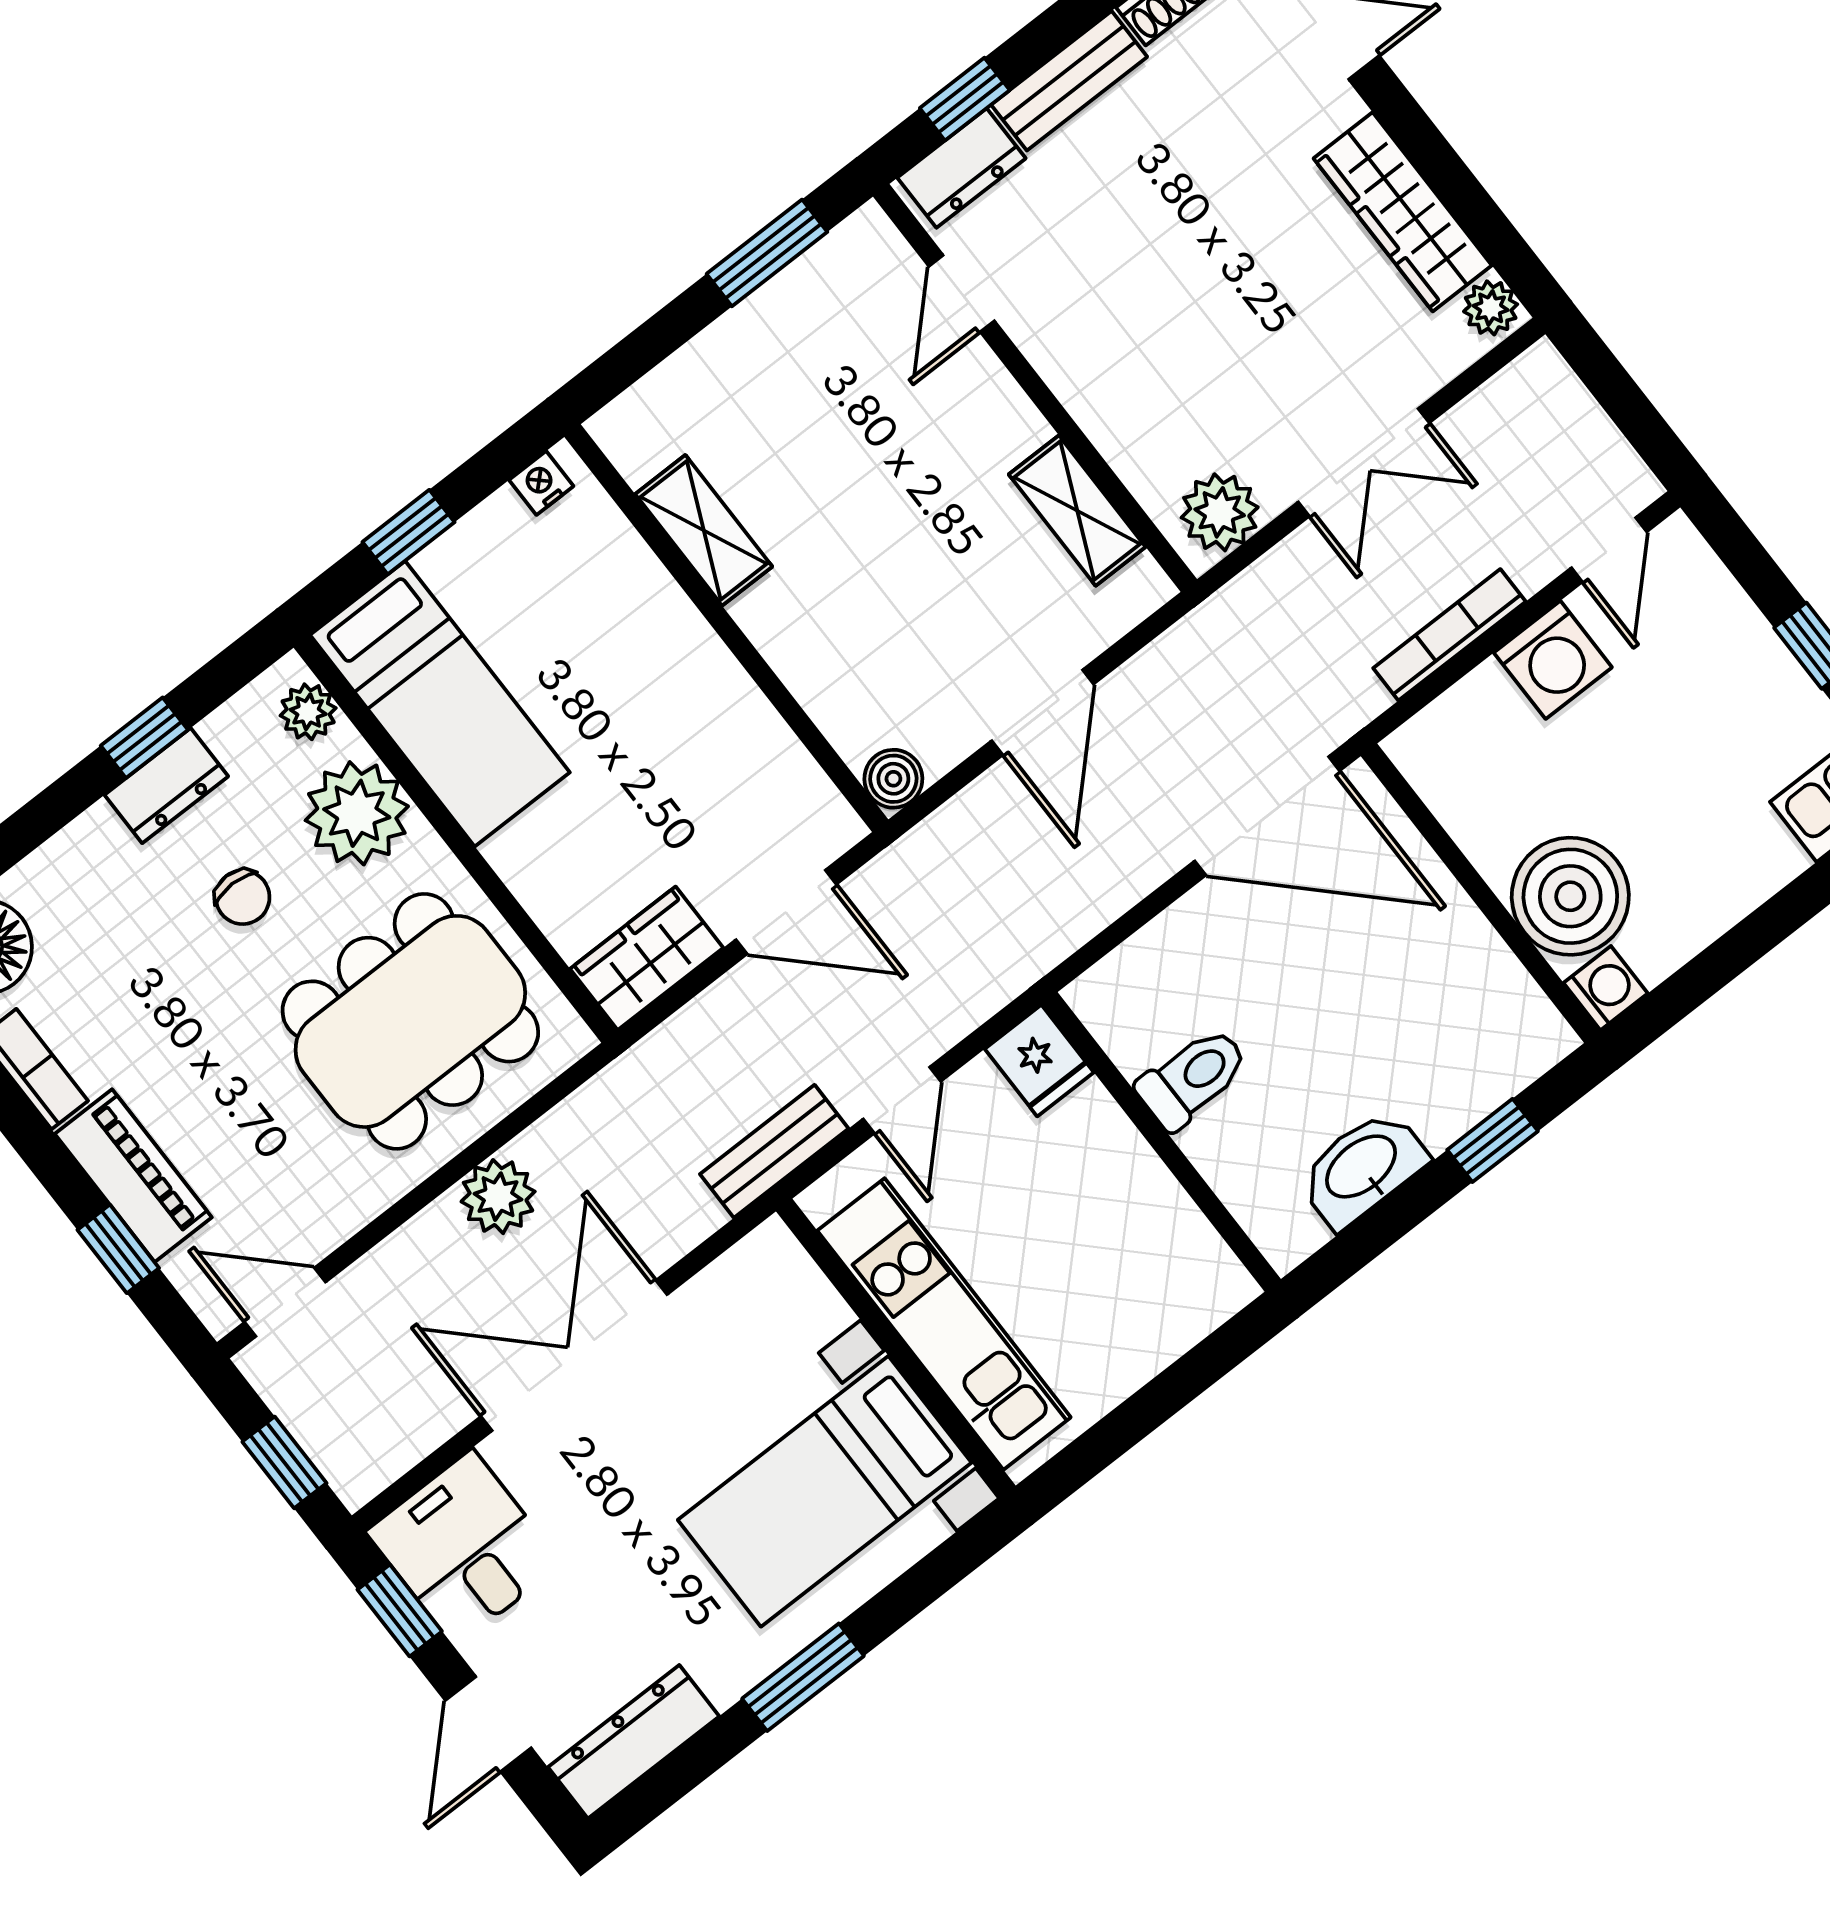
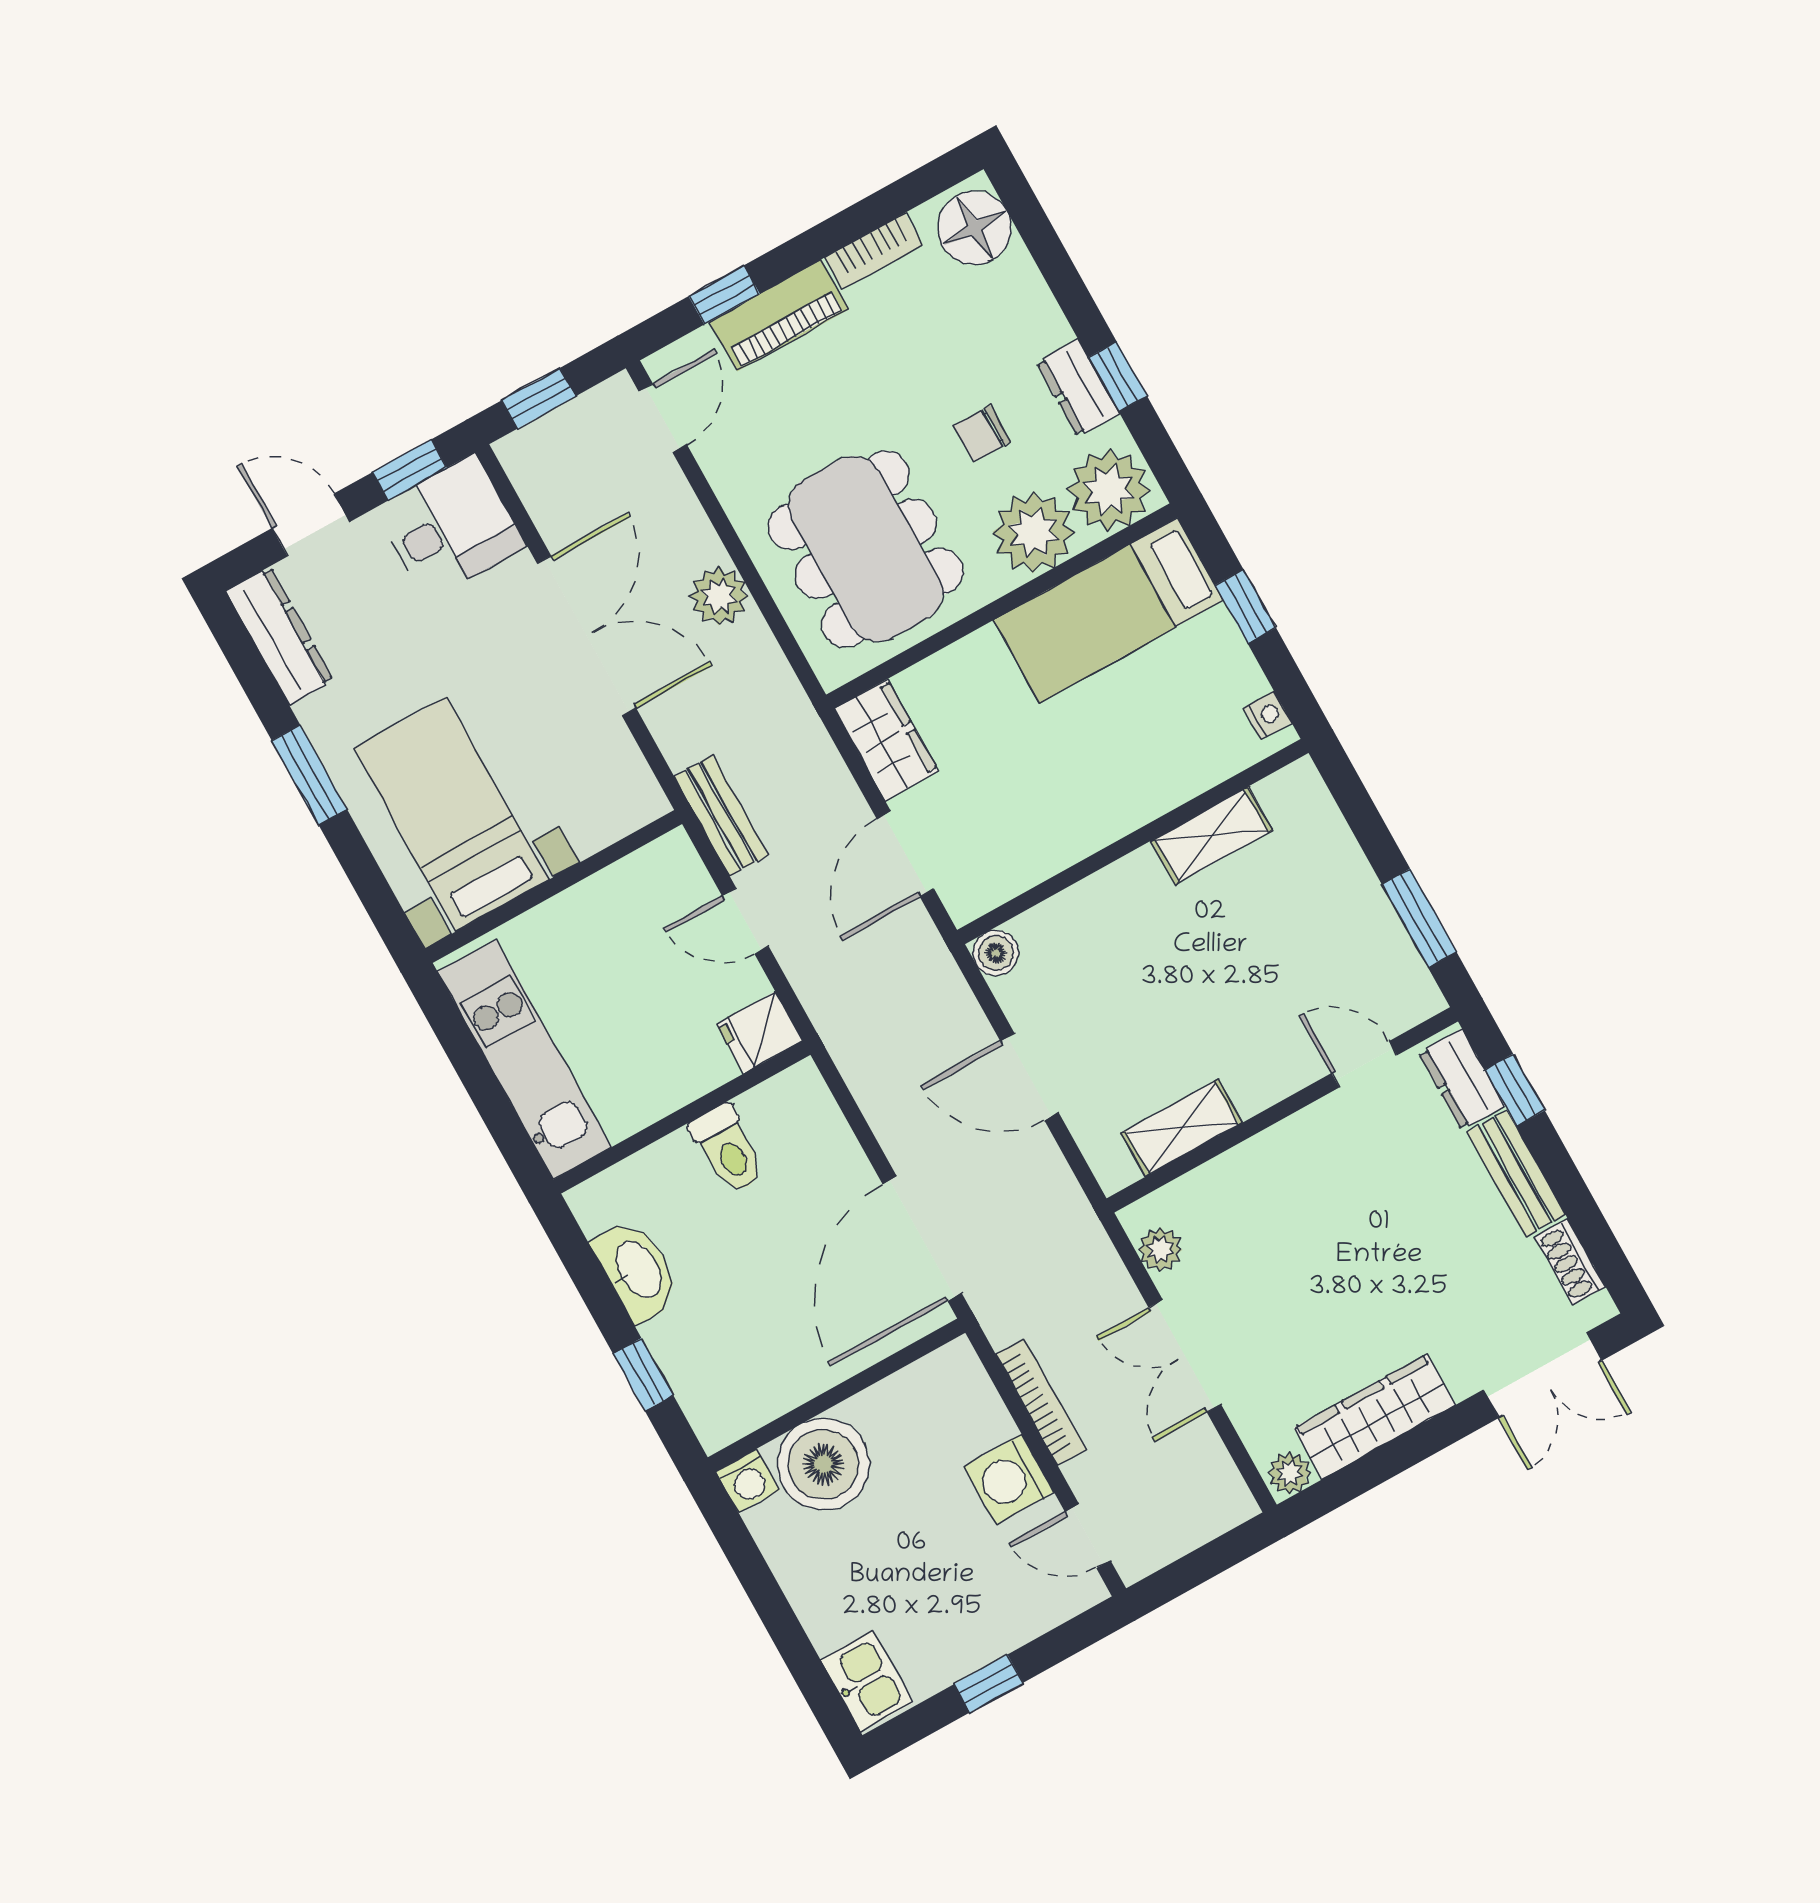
plant: (1220, 512) -> (1160, 1250), width x0.73, depth x0.73
plant: (308, 712) -> (1109, 490), width x1.87, depth x1.87
kitchen unit: (944, 1324) -> (525, 1059), moved, turned -90

